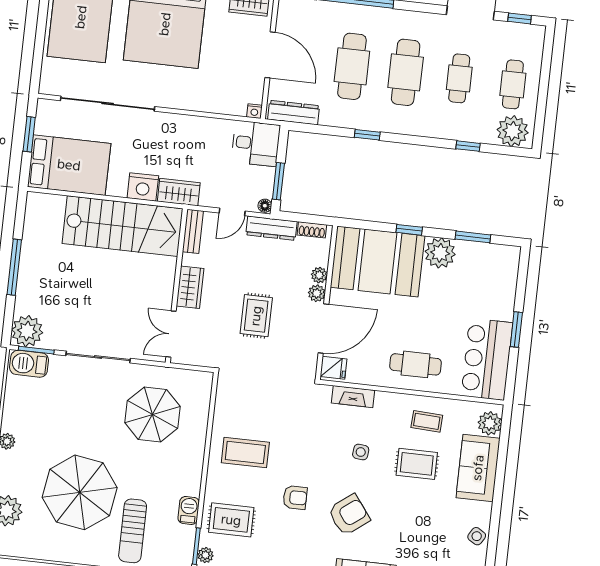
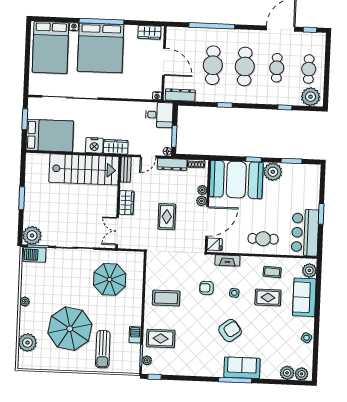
window: (14, 267) -> (22, 198), width x0.69
armchair: (295, 498) -> (207, 288), moved, turned 180

